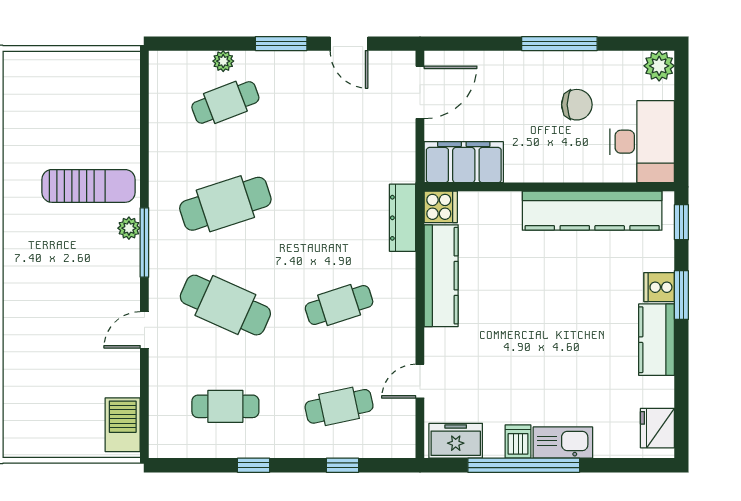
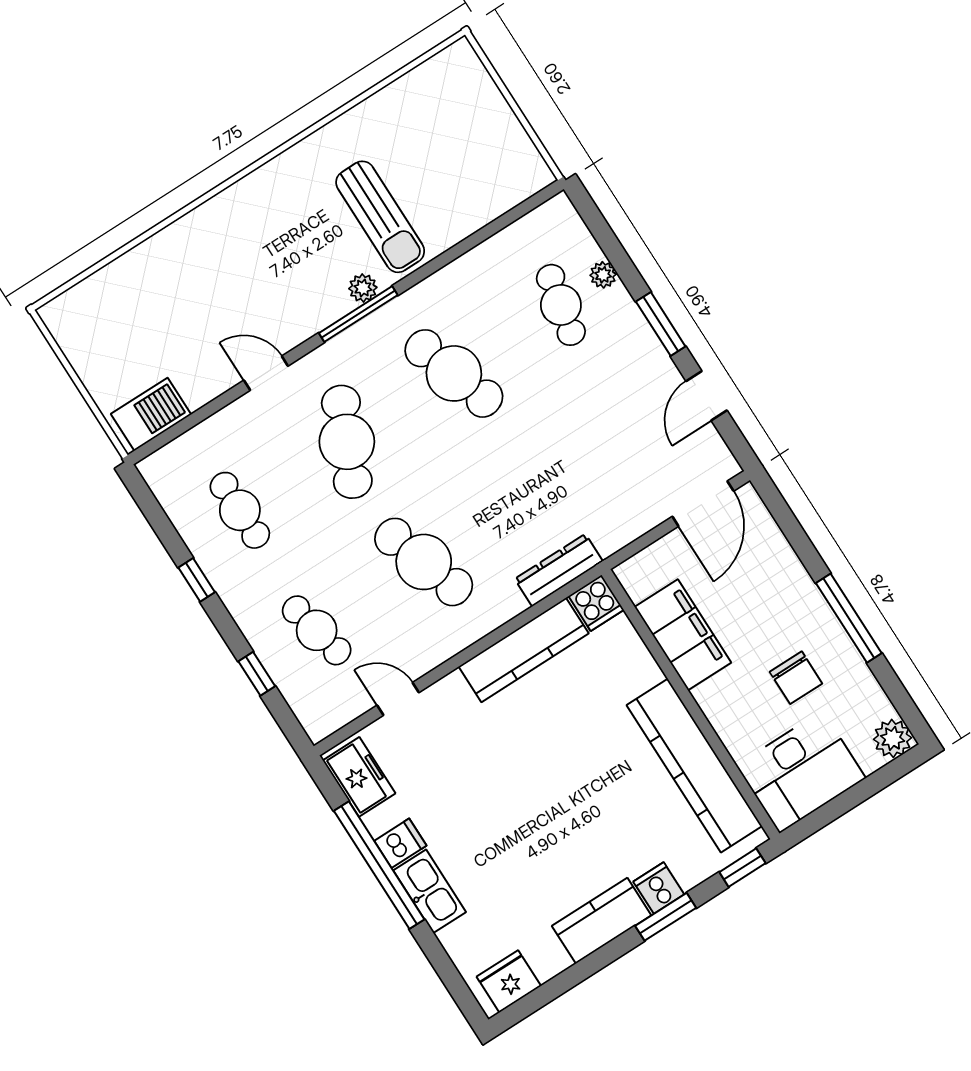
door: (420, 92) -> (703, 504), hinge flipped
cafe table: (225, 102) -> (561, 305), turned 33
filing cabinet: (464, 162) -> (683, 635), moved
cafe table: (339, 305) -> (424, 562), width x1.37, depth x1.35

